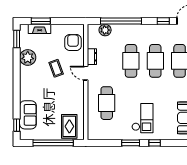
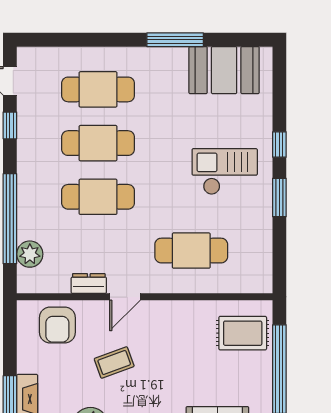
armchair: (73, 43) -> (57, 325), turned -90

